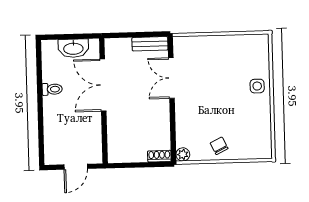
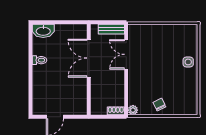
washbasin: (73, 48) -> (43, 31), moved
double door: (103, 85) -> (89, 58), moved
wall: (103, 101) -> (89, 70), moved

